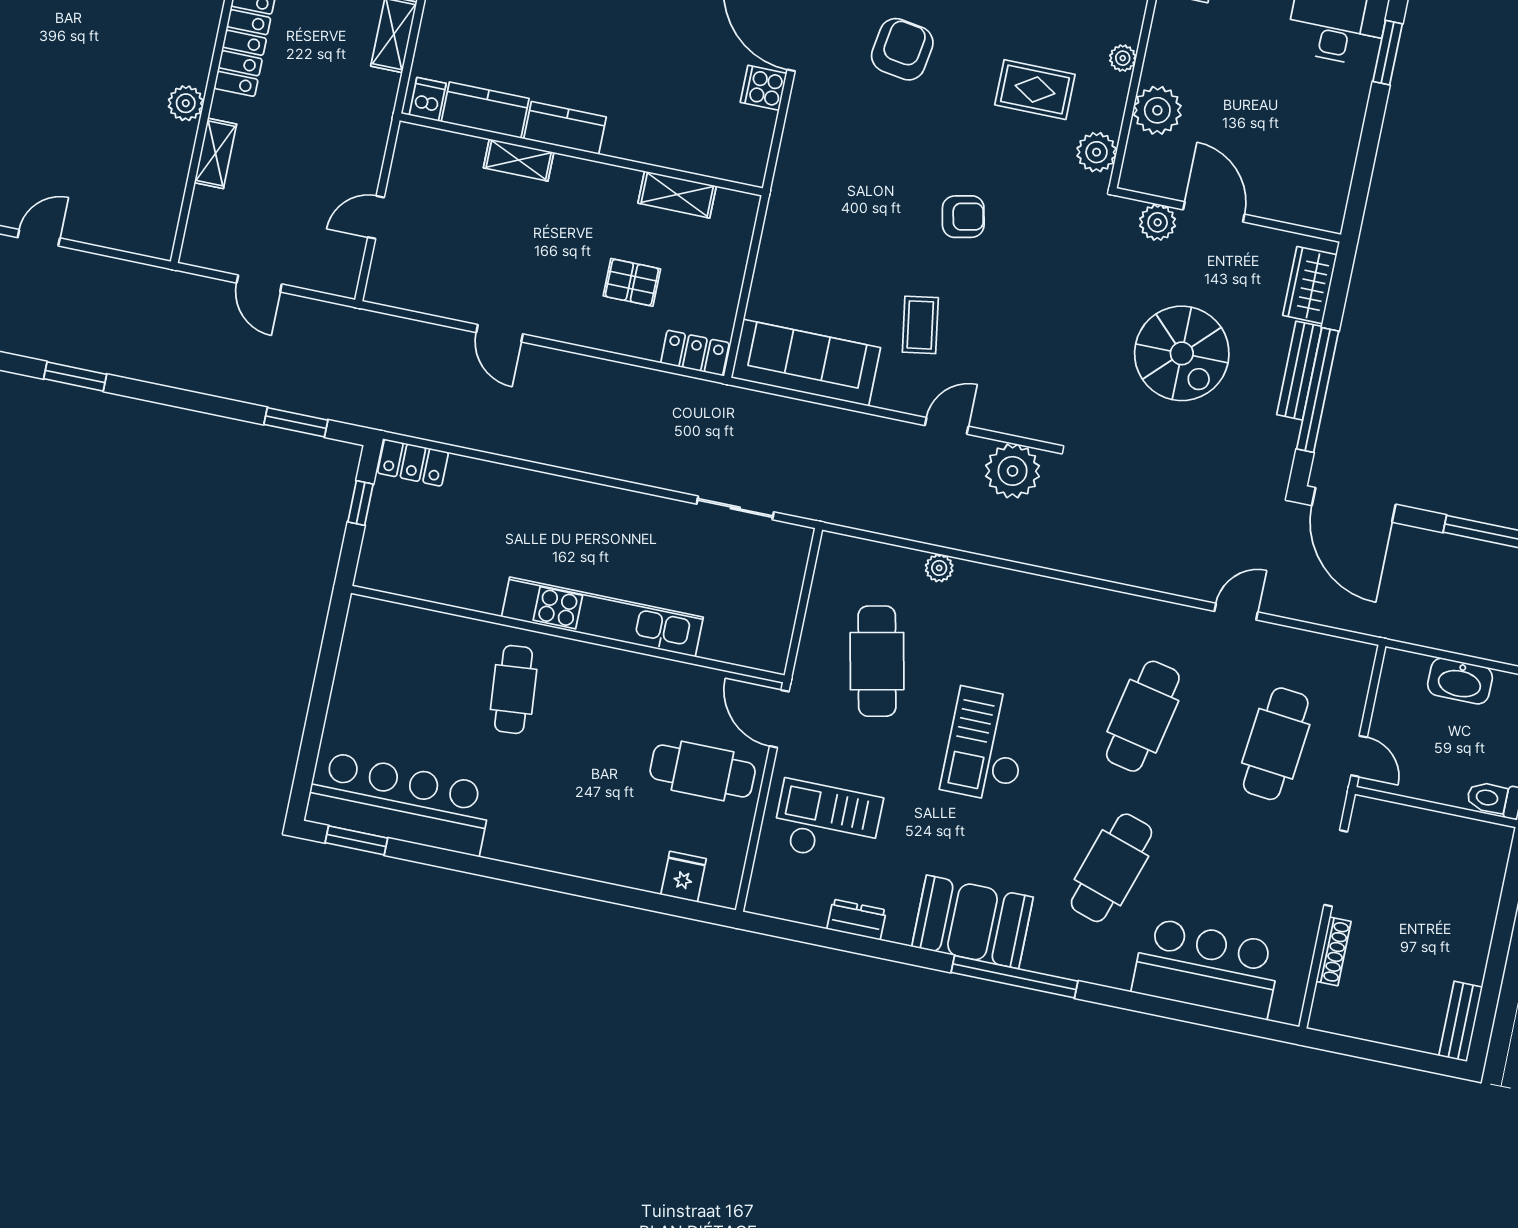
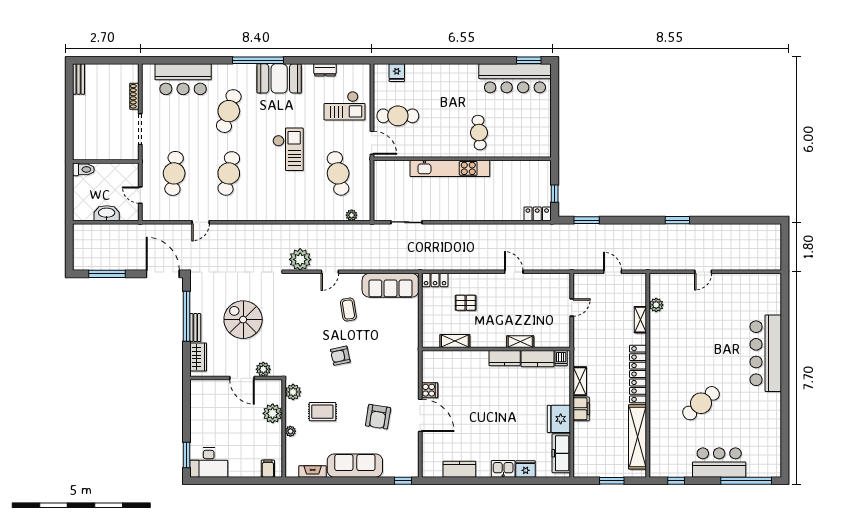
plant: (186, 103) -> (656, 305), moved
bench: (1299, 371) -> (195, 328), width x0.73
plant: (939, 568) -> (352, 215), moved
door: (1359, 756) -> (140, 195), moved

